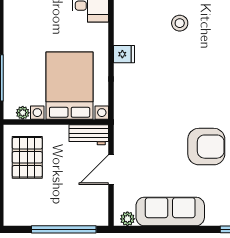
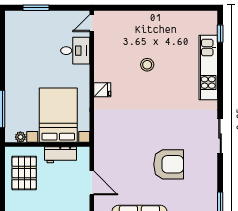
workbench: (89, 135) -> (60, 155), moved
door: (111, 170) -> (92, 183), swing flipped

